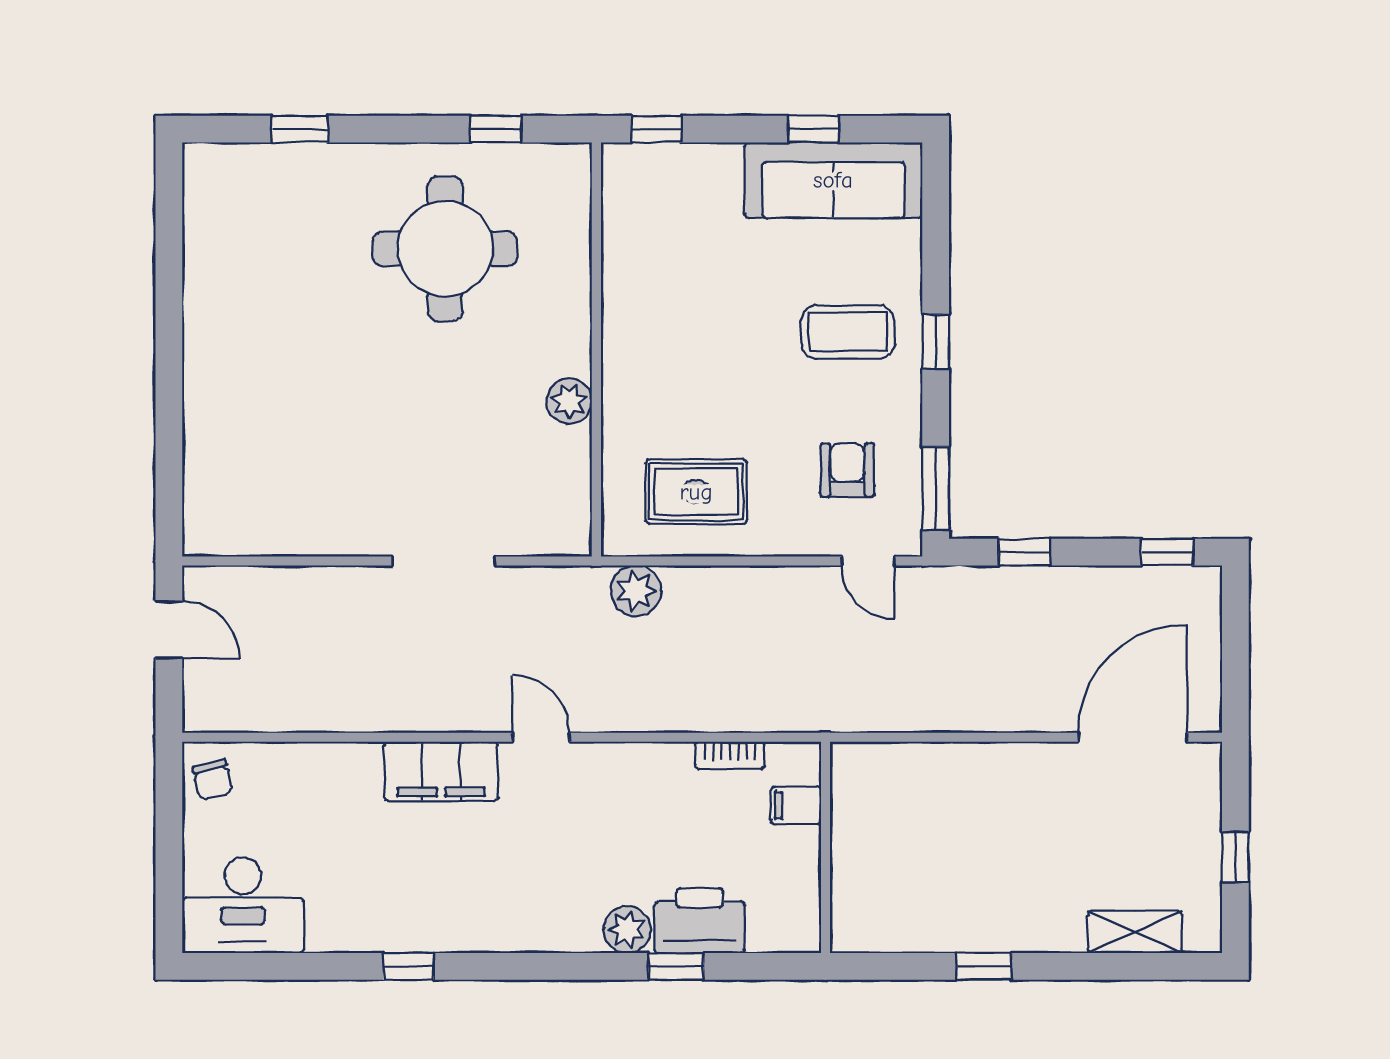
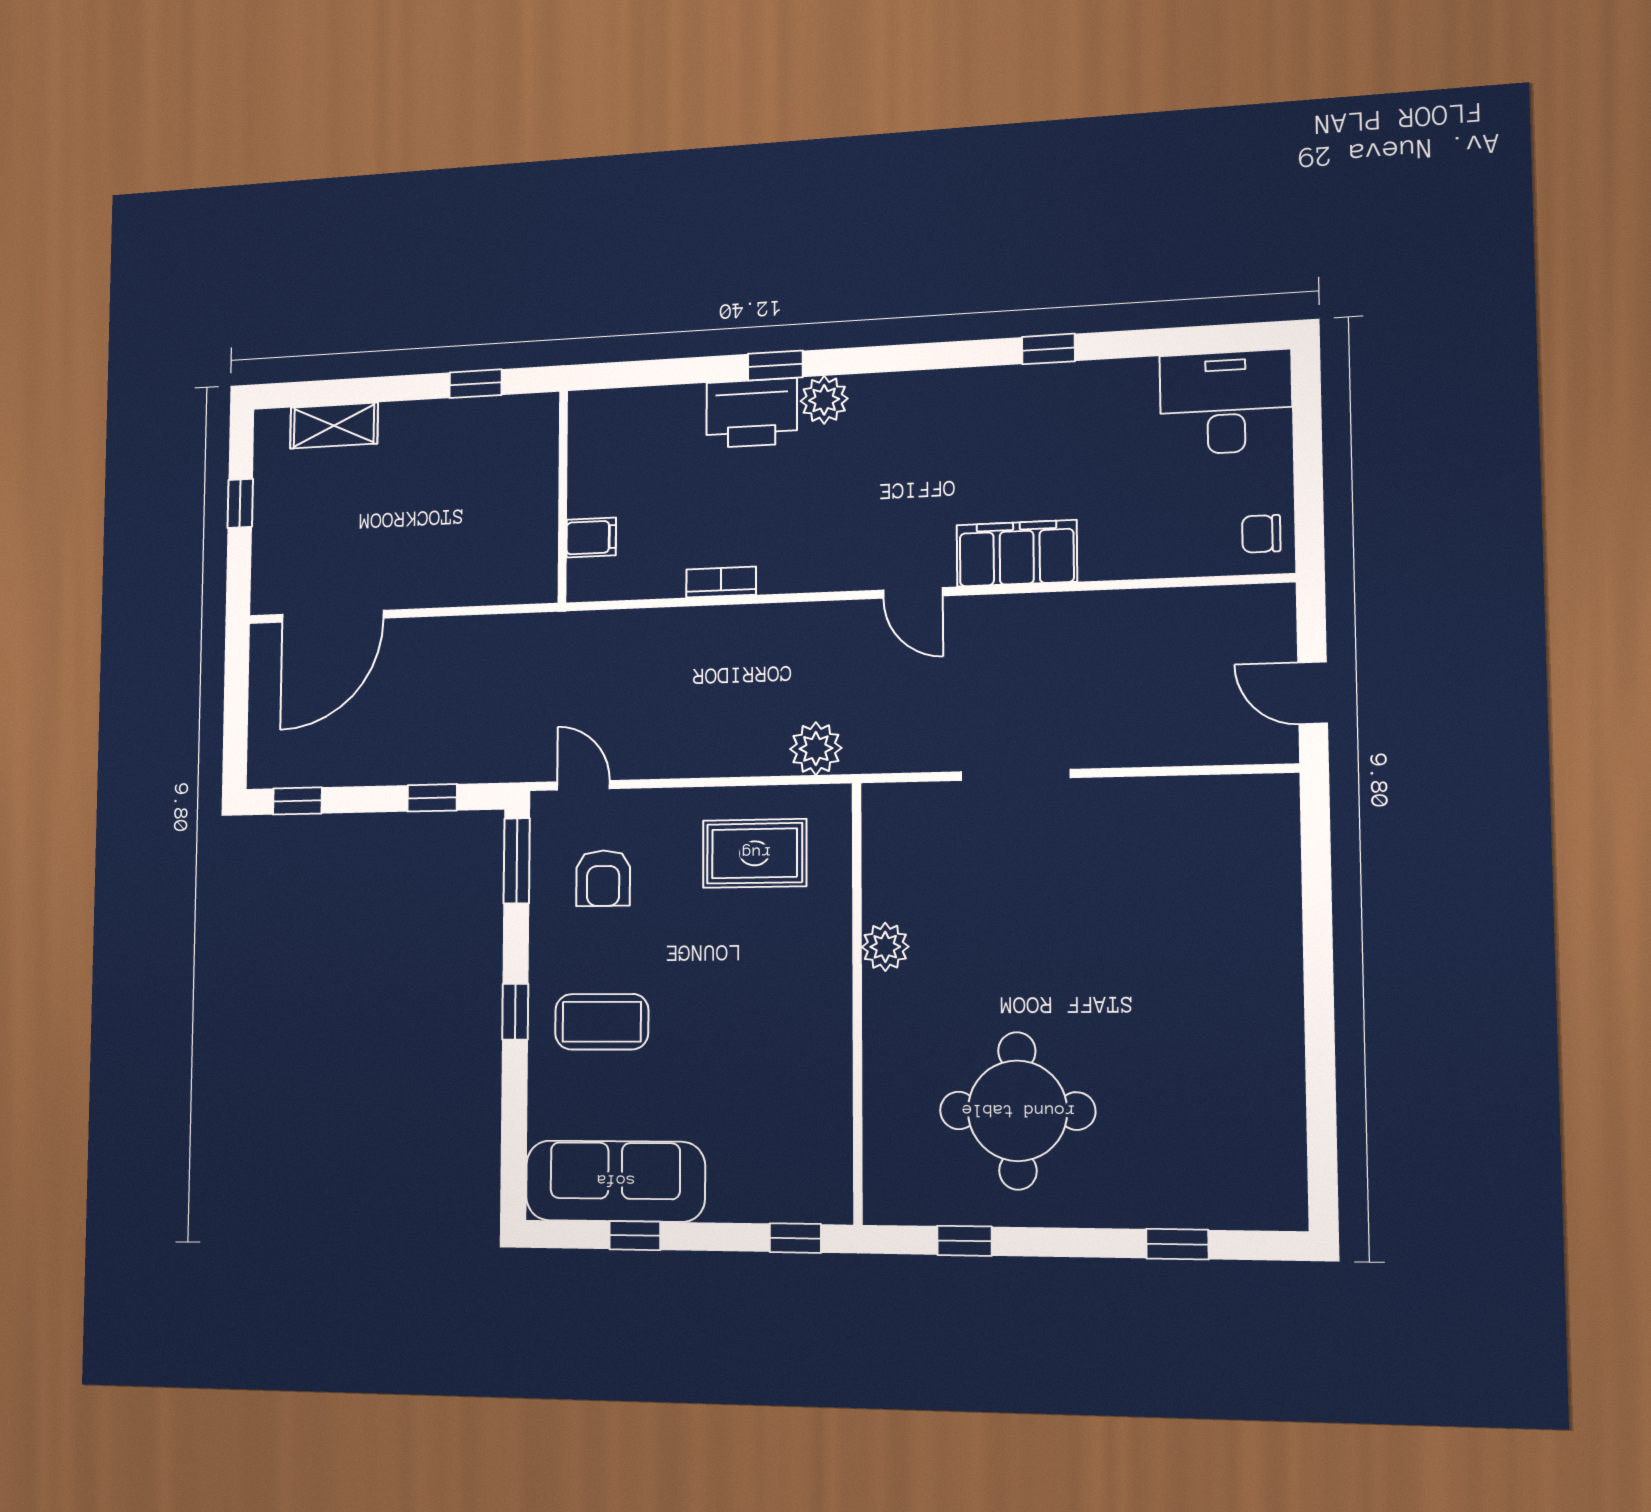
chair: (213, 780) -> (1261, 534), turned -76
filing cabinet: (796, 805) -> (591, 537), moved
wall: (826, 847) -> (563, 497), moved

